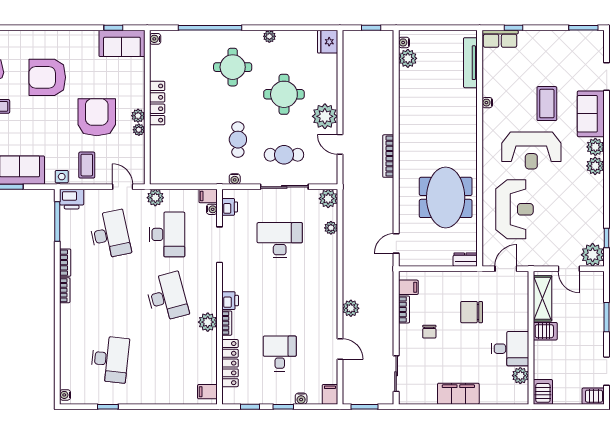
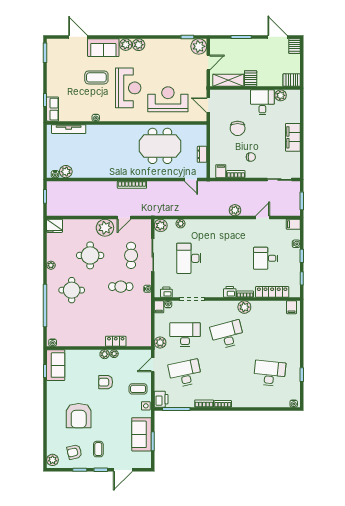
locker: (157, 103) -> (116, 341), moved, width x0.66
armchair: (97, 117) -> (106, 382), width x0.53, depth x0.53
dresser: (465, 260) -> (202, 154), moved

